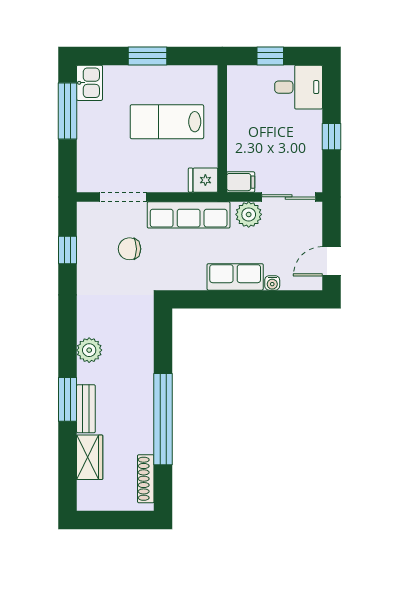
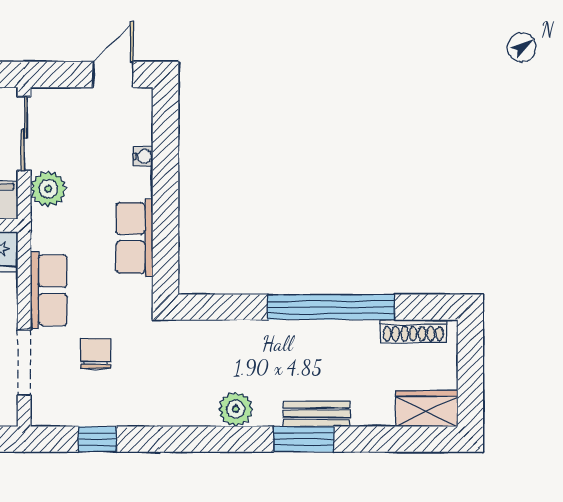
row of seats: (189, 215) -> (49, 290), width x0.68
chair: (130, 249) -> (96, 353), turned 180
door: (331, 261) -> (113, 75), swing flipped
row of seats: (235, 277) -> (134, 238), moved
wardrobe: (90, 457) -> (427, 409), moved

